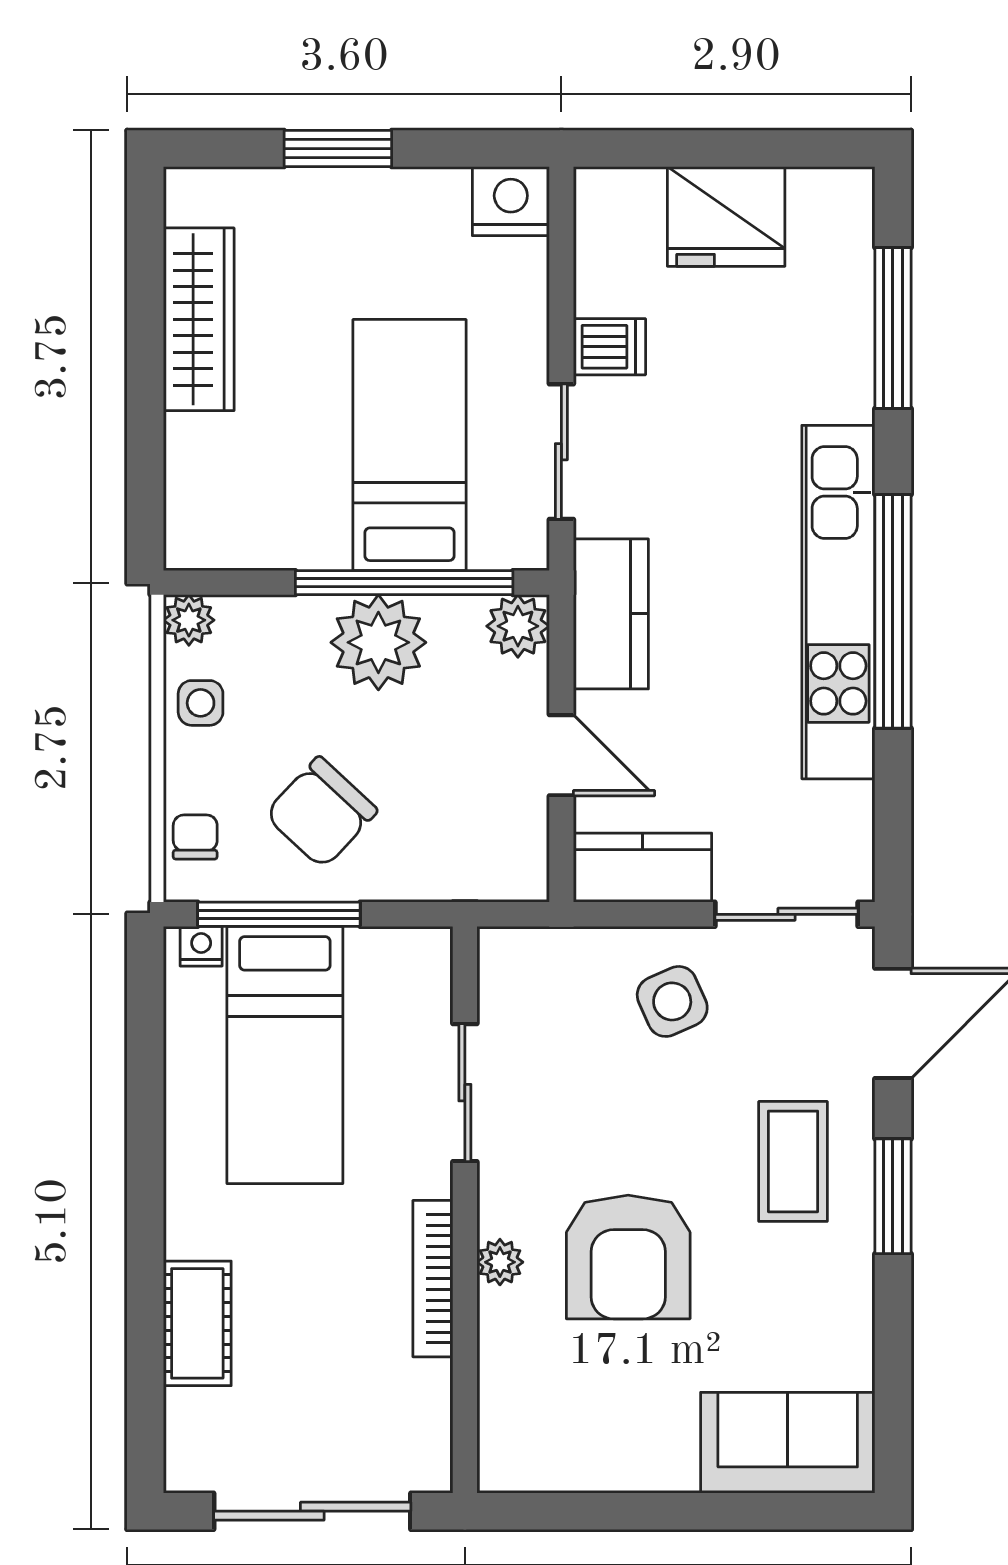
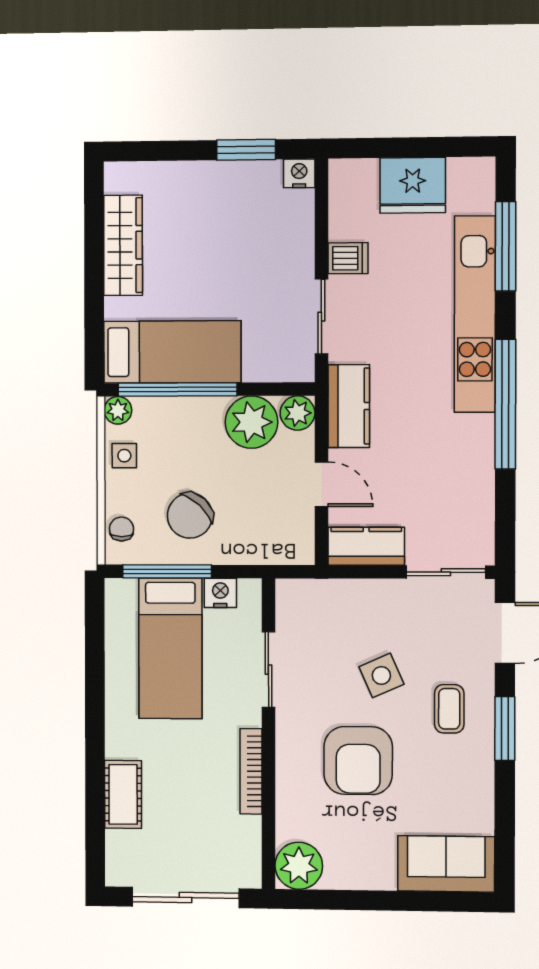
window: (338, 149) -> (246, 150), moved
nightstand: (511, 201) -> (299, 173), width x0.74, depth x0.75
bed: (410, 445) -> (172, 352), moved, turned 90
window: (404, 583) -> (177, 390), moved
kitchen unit: (838, 602) -> (475, 314), moved
plant: (378, 642) -> (251, 422), moved
nightstand: (201, 946) -> (220, 593), moved, width x1.39, depth x1.35
side table: (672, 1001) -> (381, 675), moved
coffee table: (793, 1161) -> (449, 709), width x0.73, depth x0.77
plant: (500, 1262) -> (299, 866), moved, width x1.88, depth x1.88

